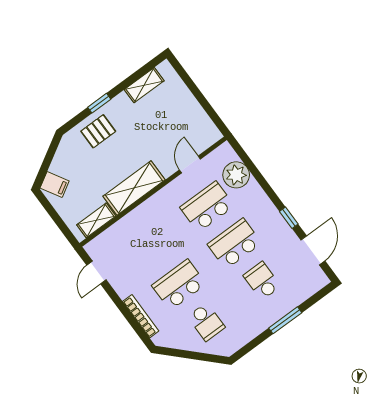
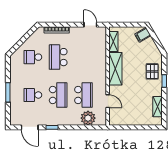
school desk: (262, 281) -> (33, 95), turned 180
school desk: (179, 285) -> (58, 57), turned 180

